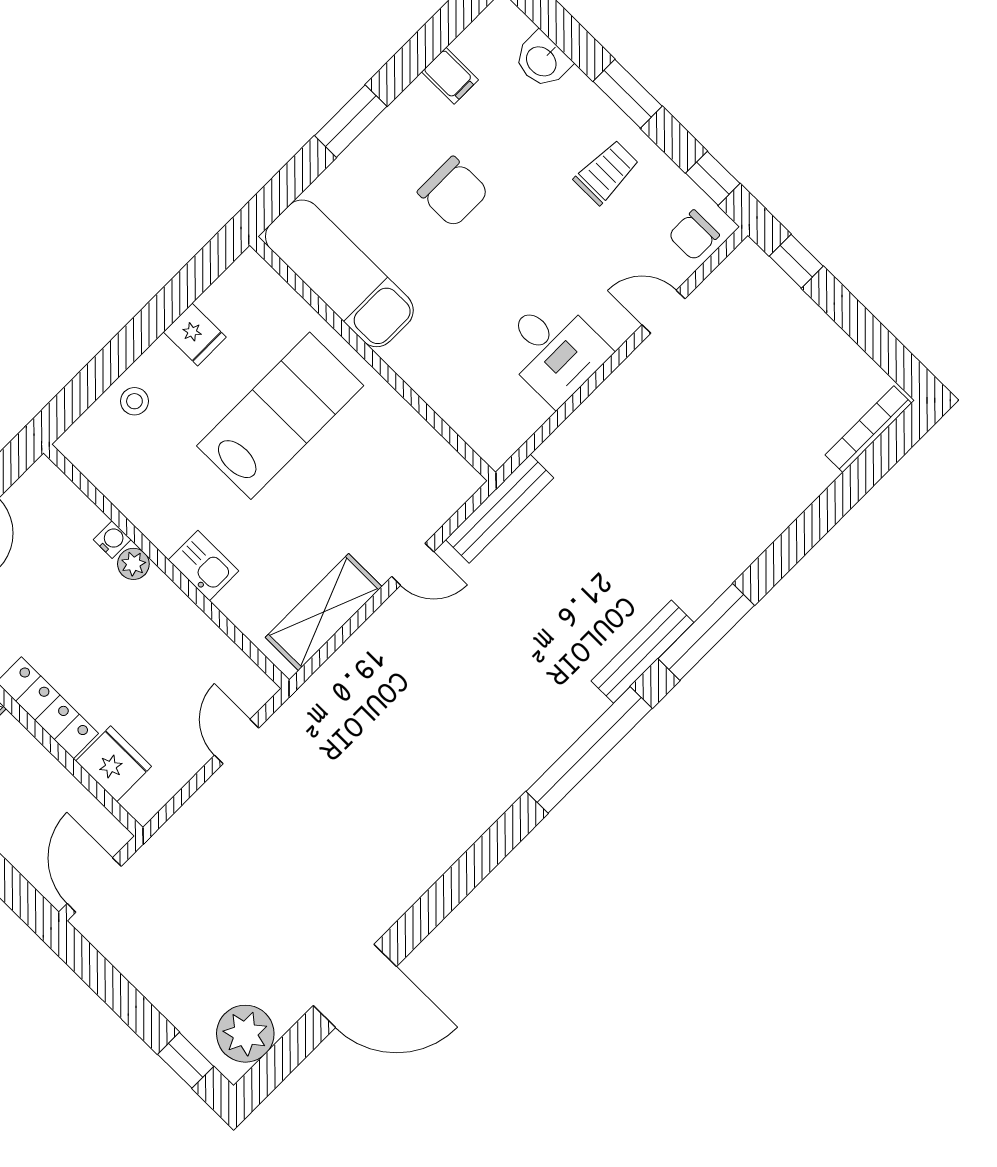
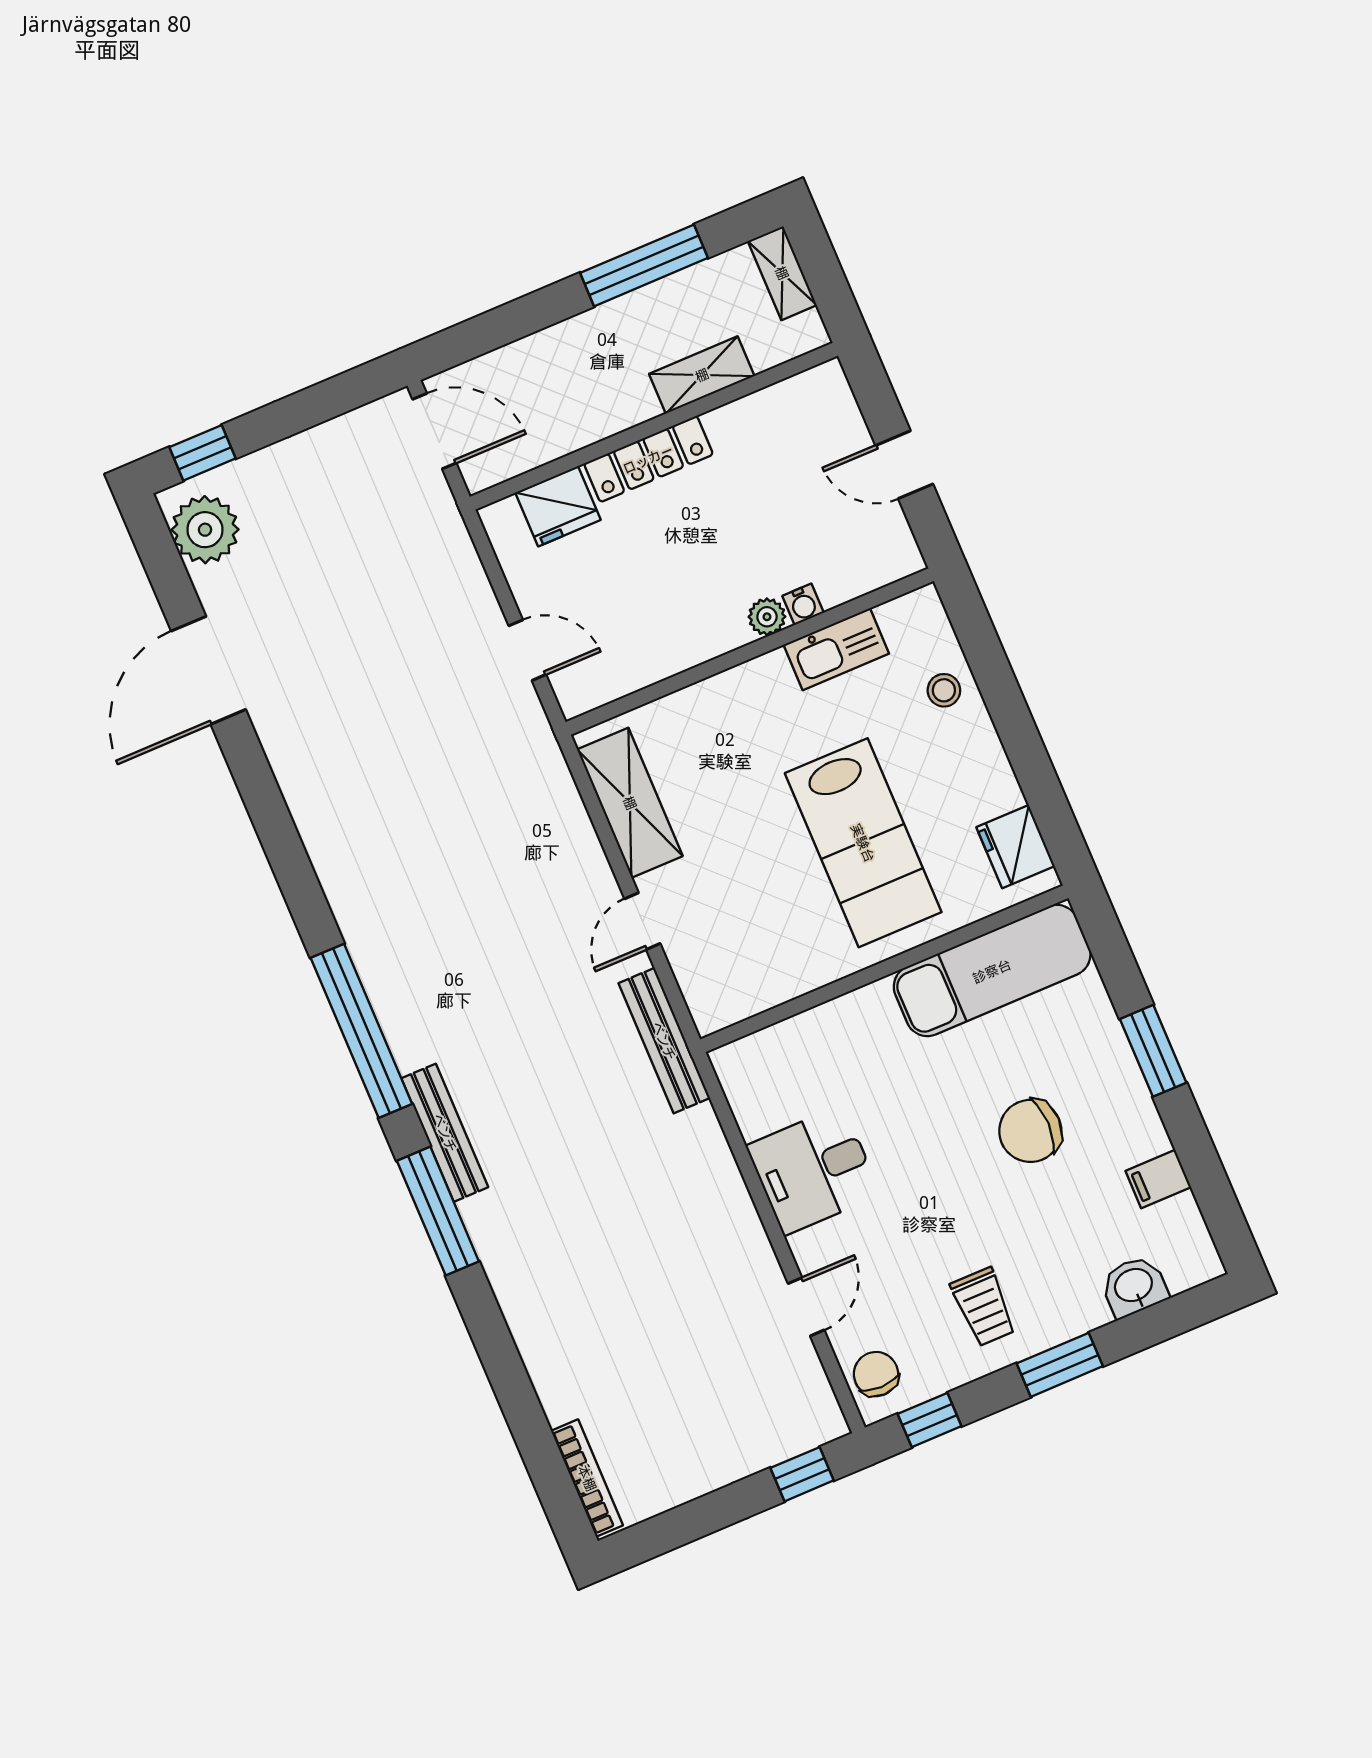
fridge: (195, 335) -> (1016, 847), moved, width x1.38
kitchen sink: (204, 565) -> (836, 649), moved, width x1.38

